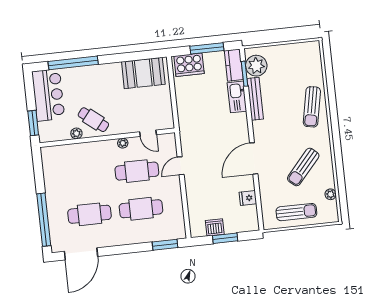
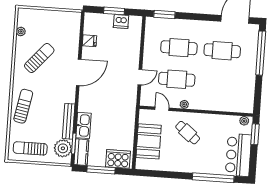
booth: (143, 73) -> (149, 141), moved, turned 90
cafe table: (93, 120) -> (188, 133), moved
plant: (76, 133) -> (244, 121), moved
sun lounger: (296, 212) -> (30, 148), moved

